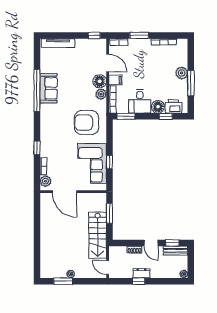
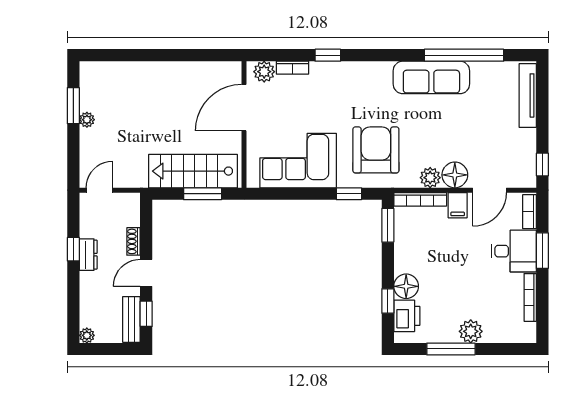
sofa: (49, 88) -> (431, 77), width x1.36
window: (37, 90) -> (464, 55), moved
desk: (140, 101) -> (514, 251), moved, turned 180
window: (109, 162) -> (349, 194), moved
stairs: (98, 235) -> (193, 171), moved

